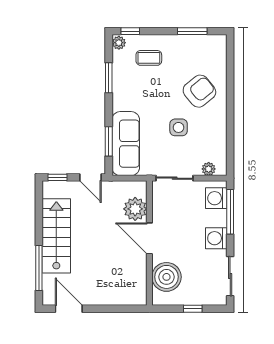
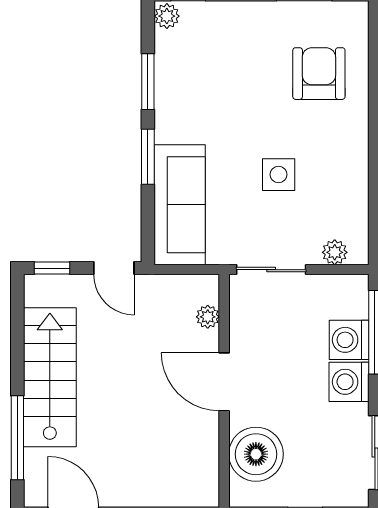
coffee table: (149, 58) -> (223, 44), removed
armchair: (199, 91) -> (319, 74), moved, turned -51
window: (109, 141) -> (148, 157), moved
washing machine: (216, 198) -> (349, 340), moved
plant: (135, 209) -> (208, 317), width x0.53, depth x0.53

